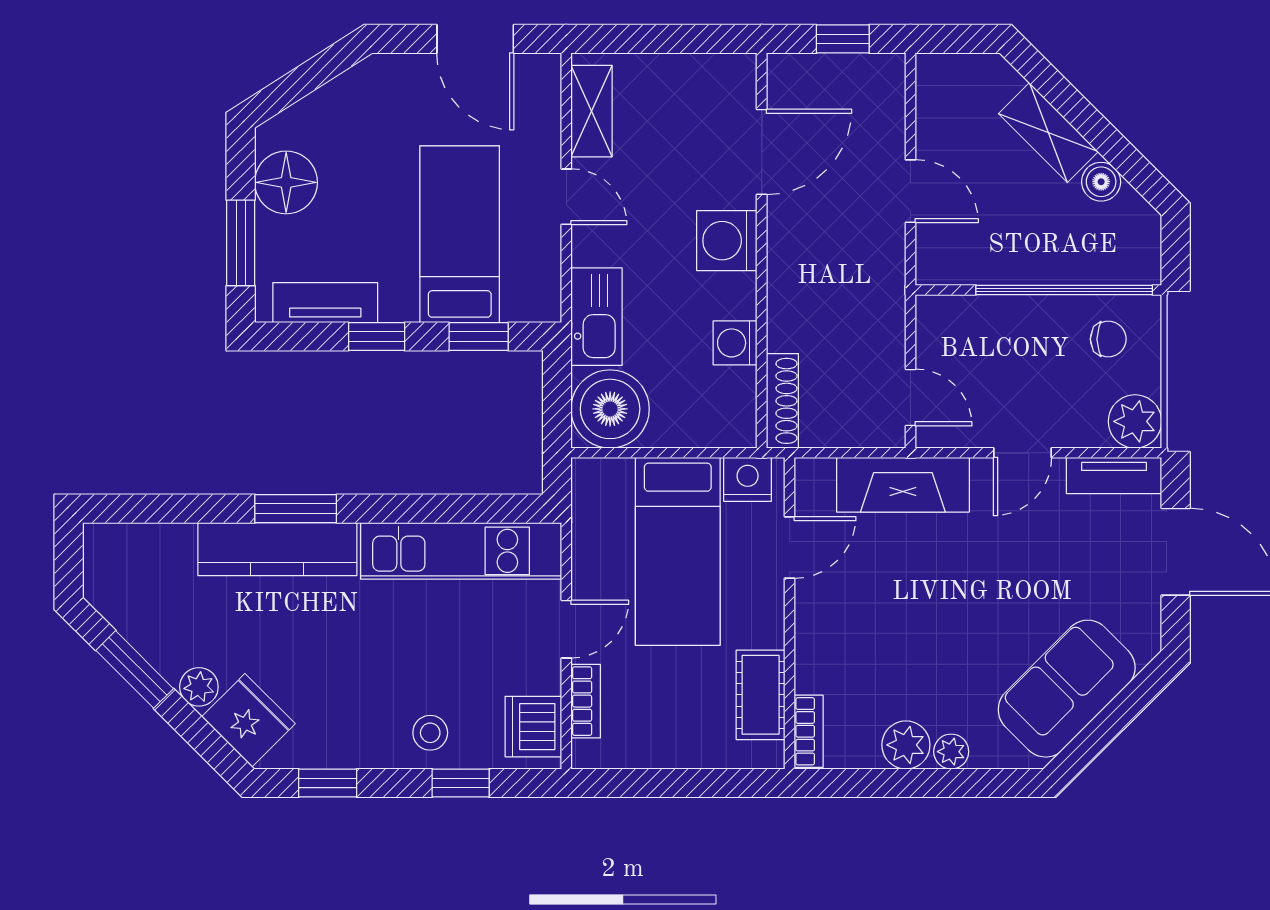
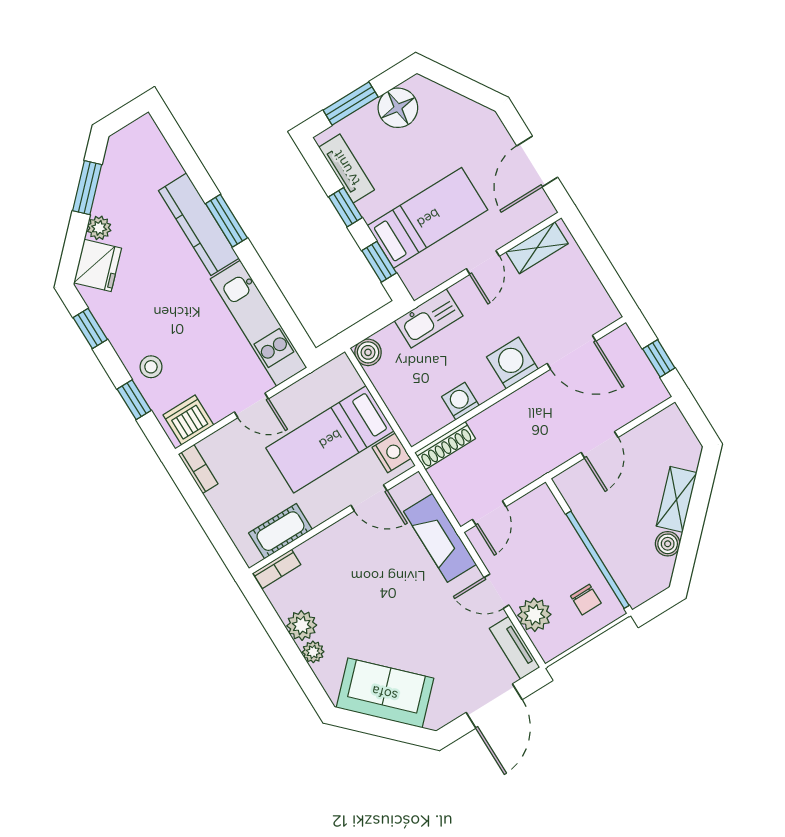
boiler: (610, 409) -> (368, 352), width x0.54, depth x0.54
plant: (1135, 421) -> (534, 615), moved
bookcase: (586, 701) -> (198, 469), moved, turned -90

